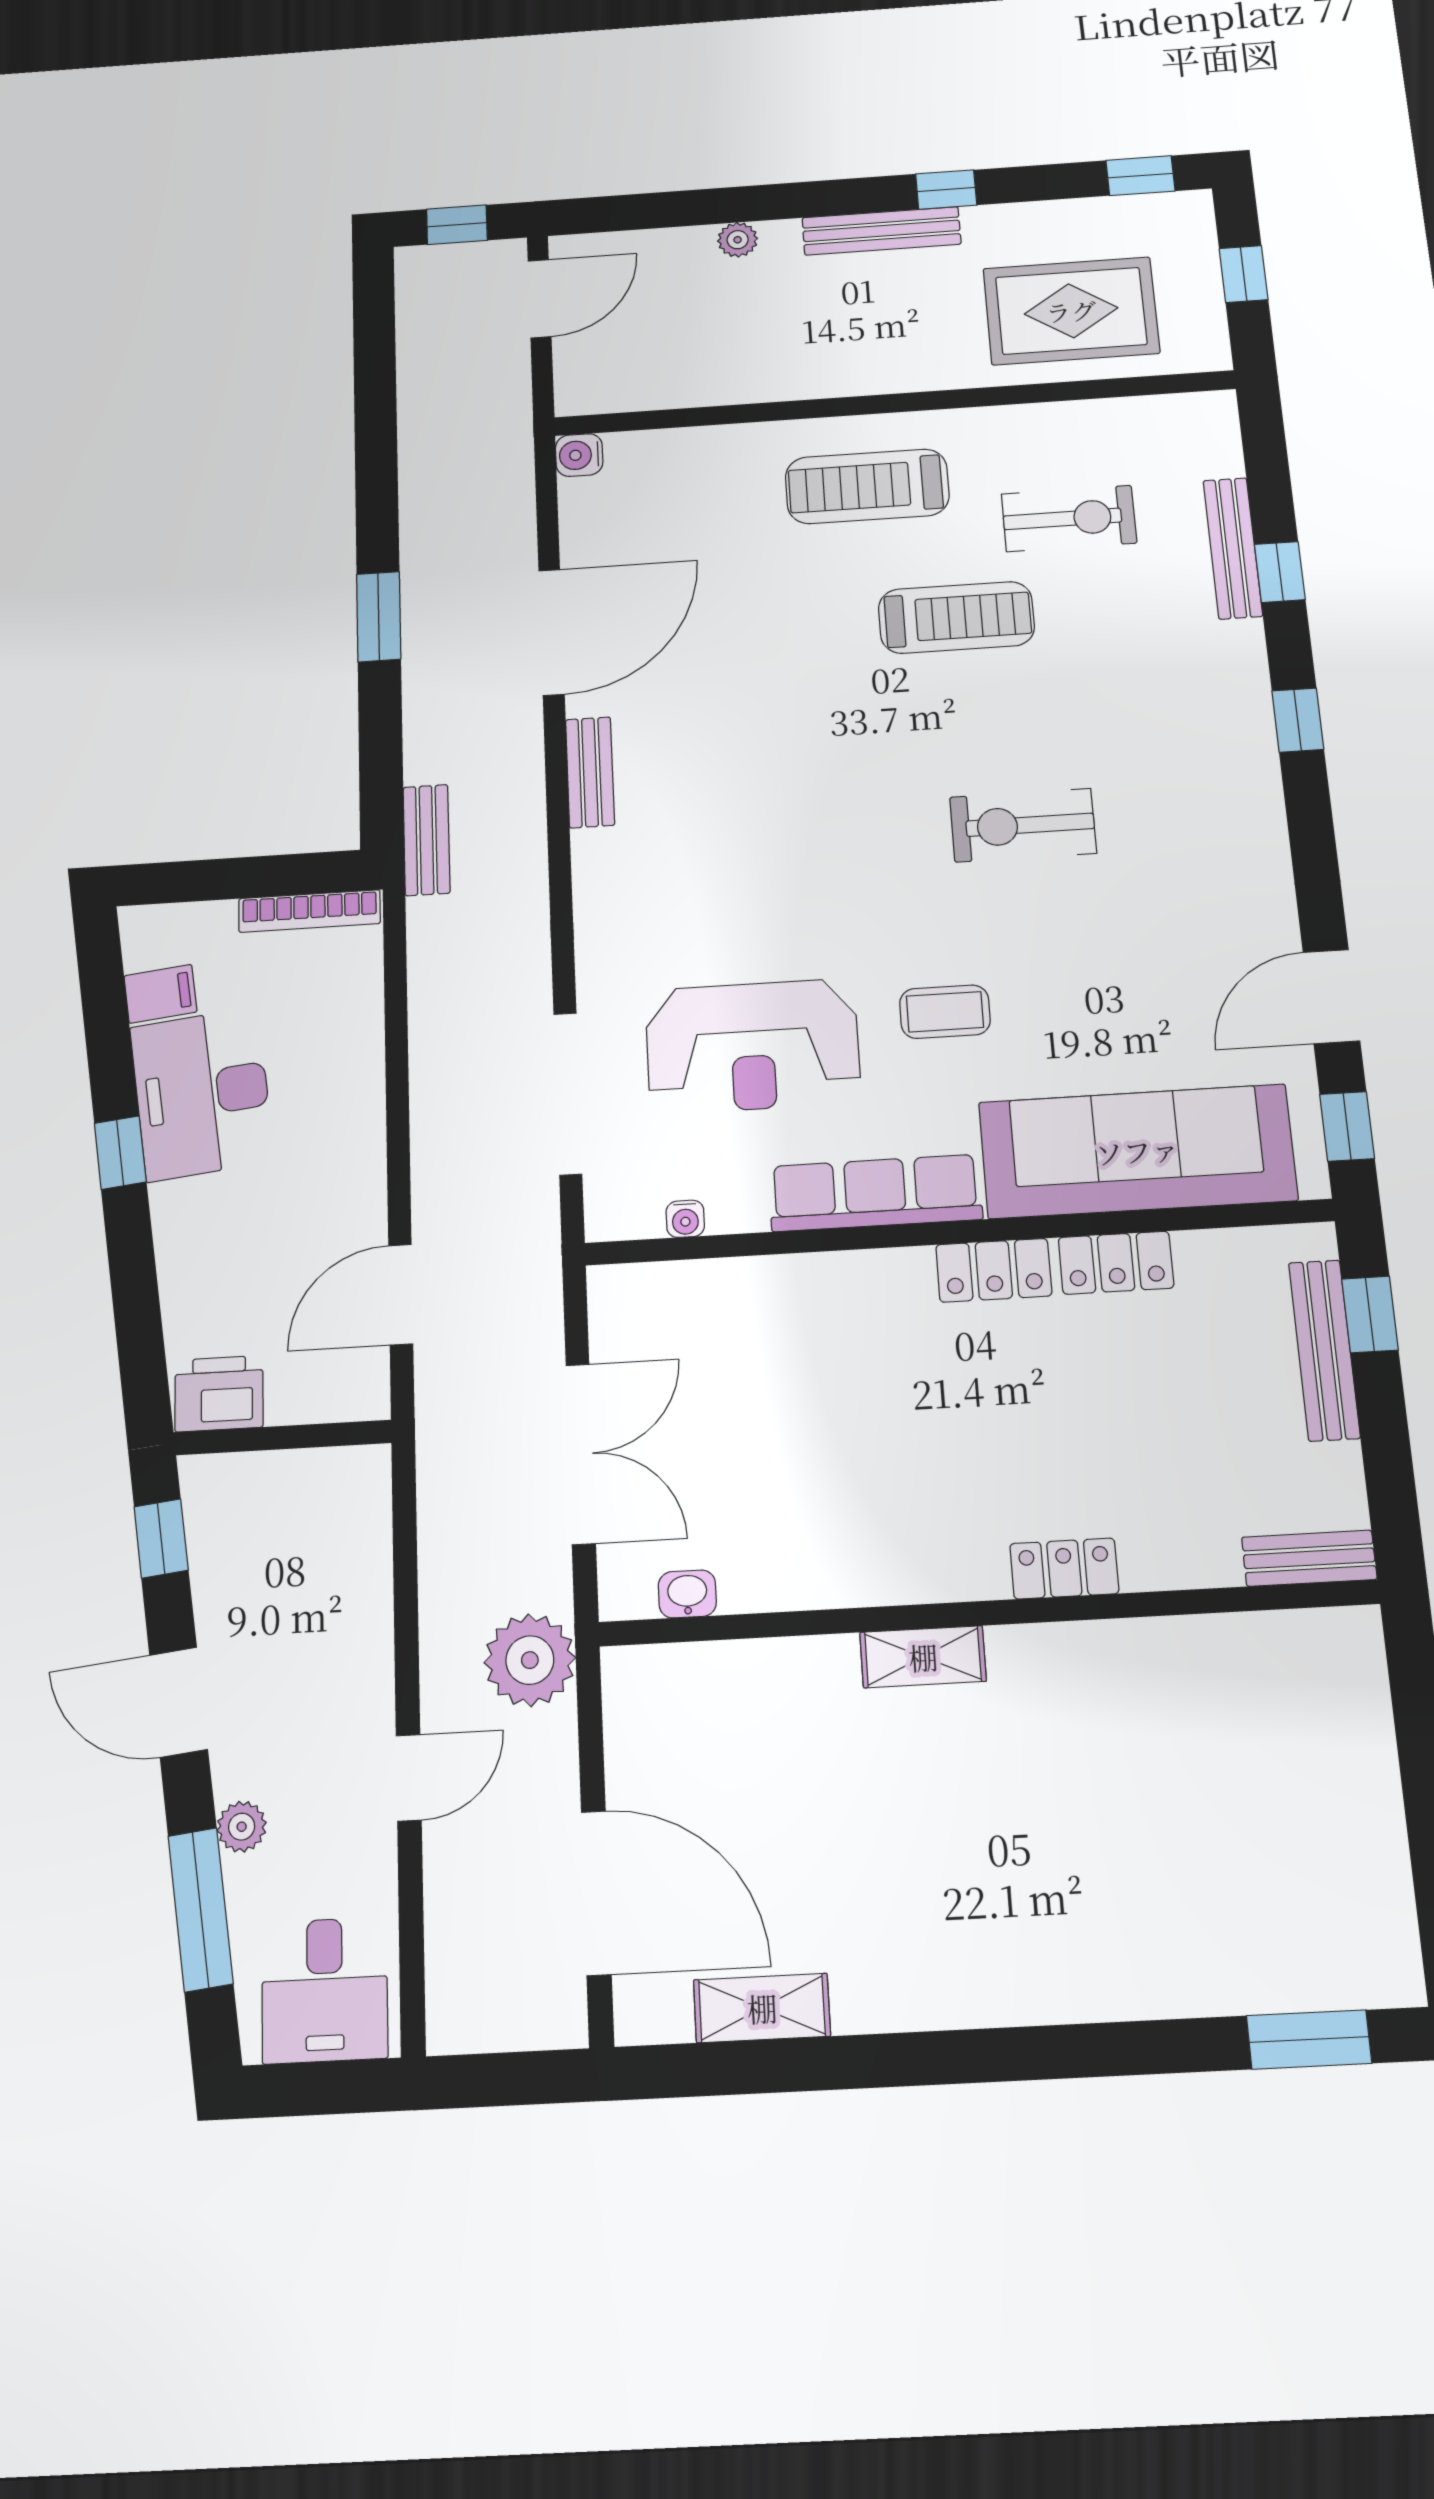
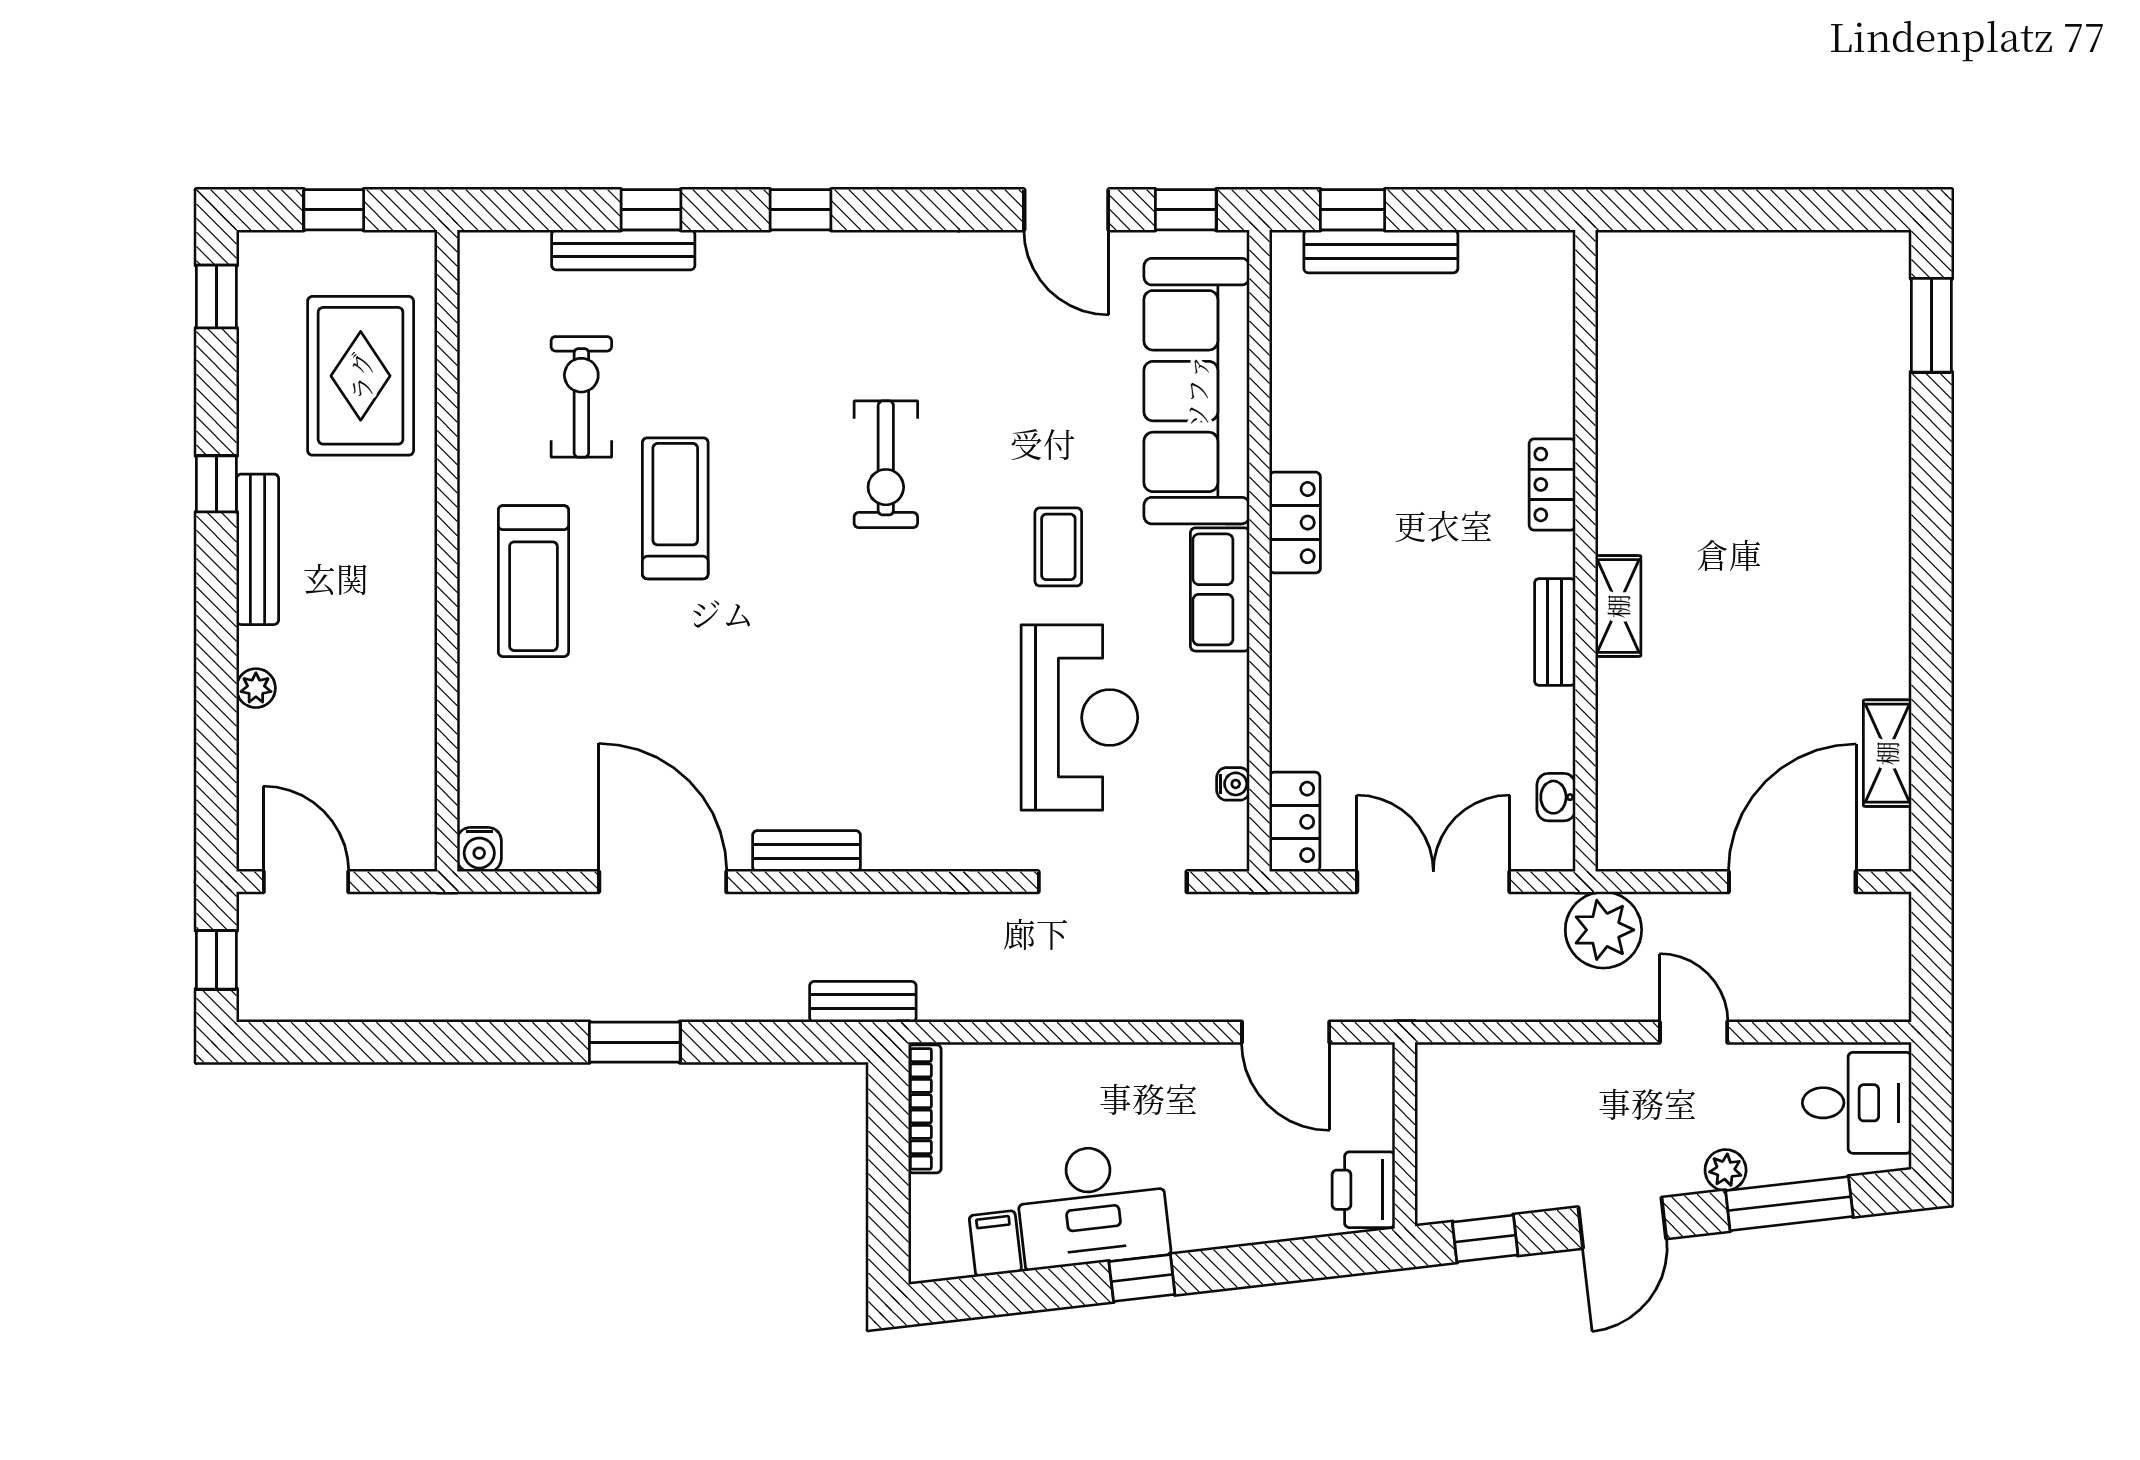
row of seats: (875, 1193) -> (1220, 589), width x0.68
locker: (1116, 1263) -> (1295, 822), moved
bench: (1309, 1558) -> (1555, 632), moved

